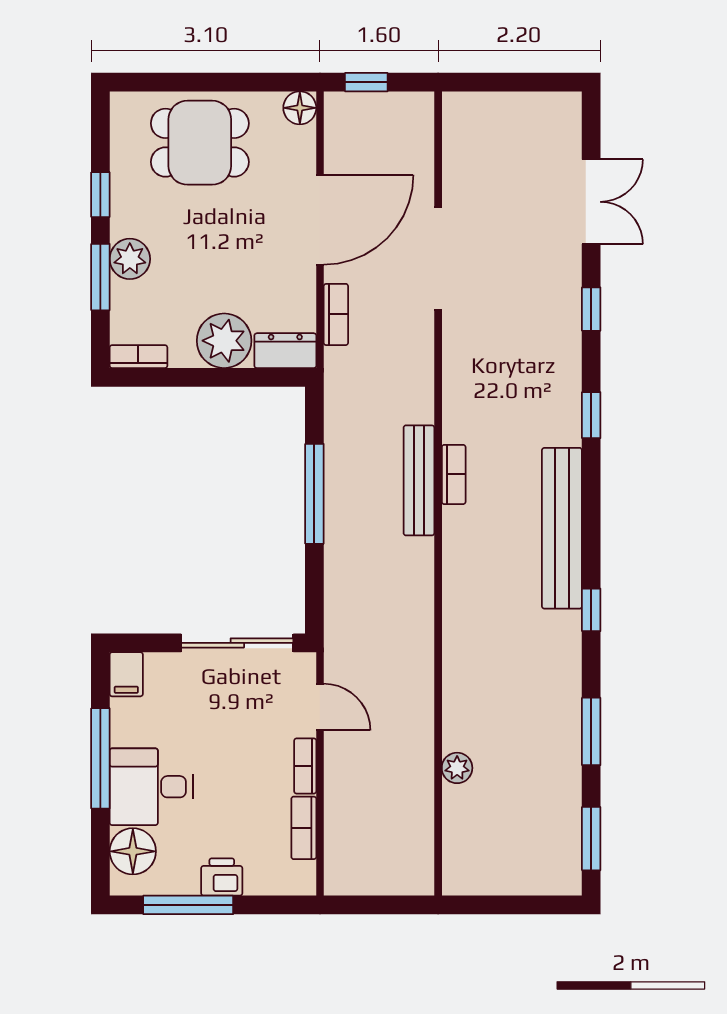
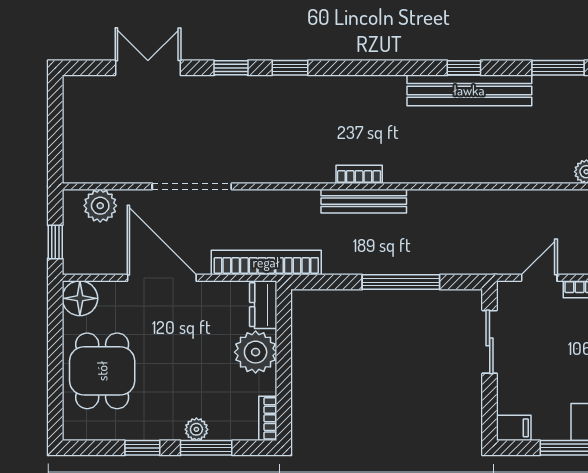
floor lamp: (300, 108) -> (80, 298), width x1.38, depth x1.38
plant: (413, 140) -> (100, 206), added
plant: (130, 259) -> (196, 429), width x0.73, depth x0.73
bookcase: (336, 314) -> (266, 262), width x2.31, depth x1.31
window: (591, 415) -> (290, 68), moved
window: (314, 494) -> (401, 282), moved
bench: (562, 528) -> (469, 90), moved
sliding door: (237, 643) -> (490, 342), width x0.73

